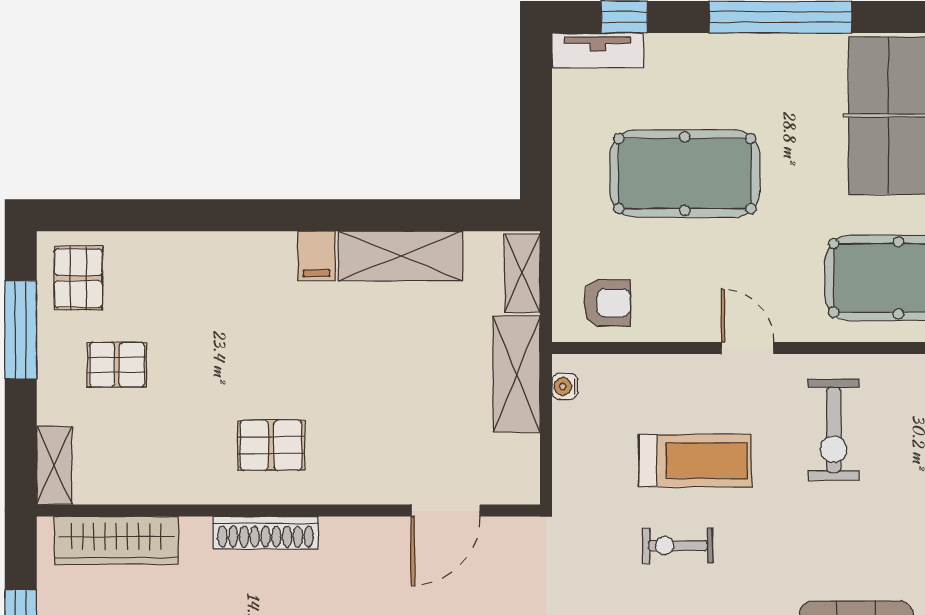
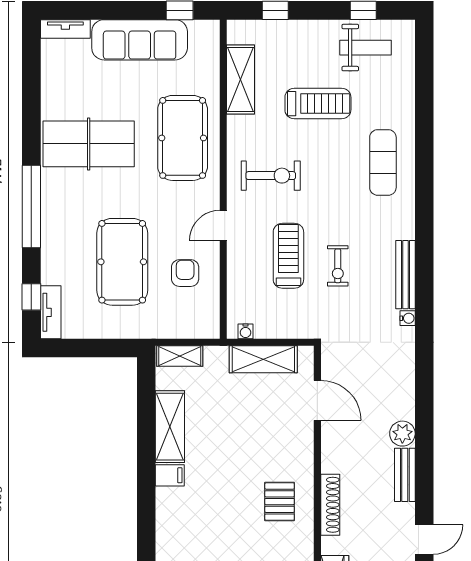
armchair: (607, 303) -> (185, 273), moved
shelving: (517, 374) -> (263, 359), moved

